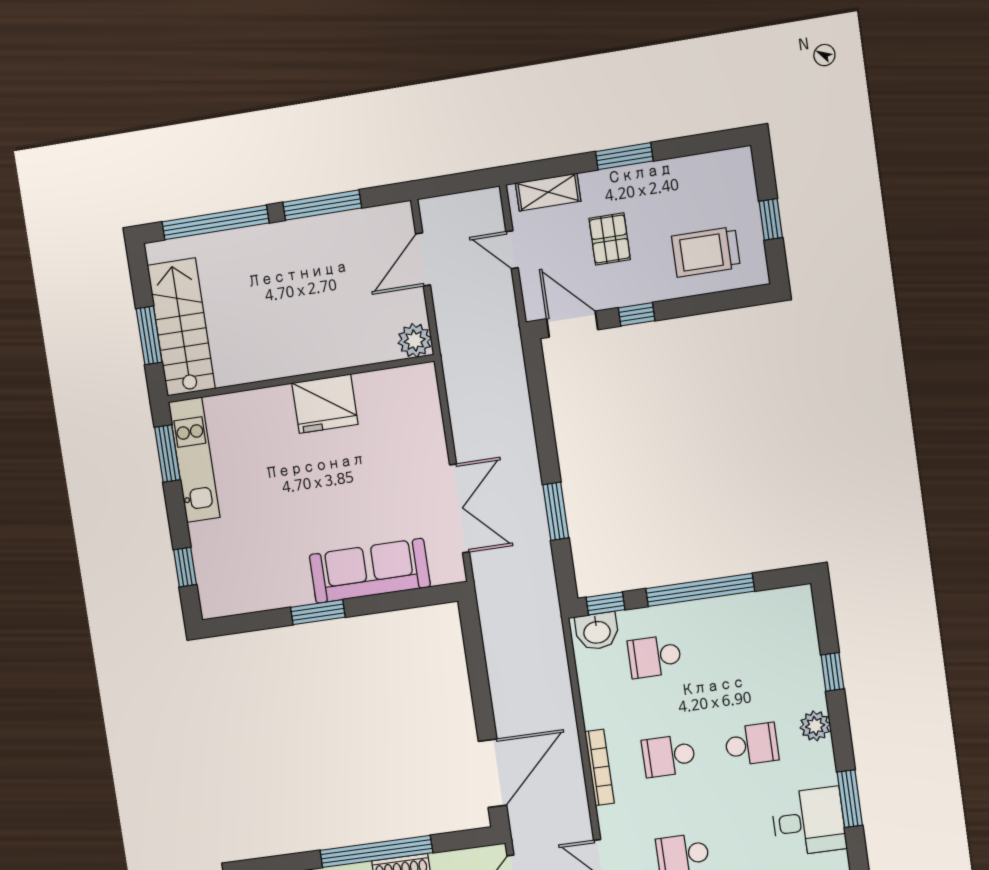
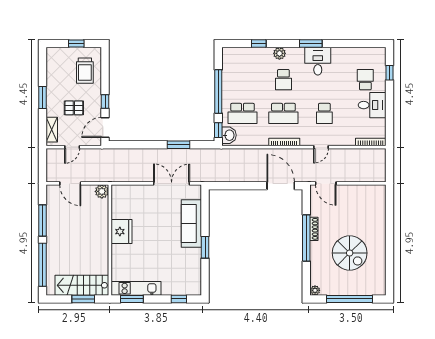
school desk: (655, 656) -> (242, 113), width x1.85
school desk: (752, 744) -> (283, 80), turned 180
school desk: (669, 756) -> (283, 113), width x1.85

